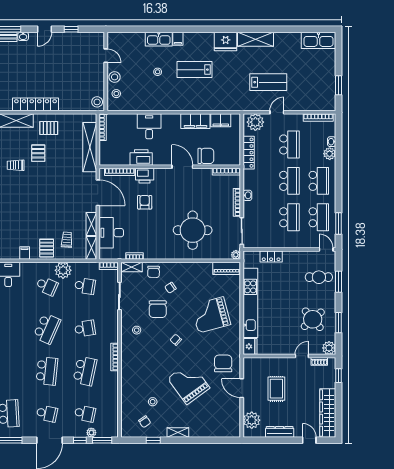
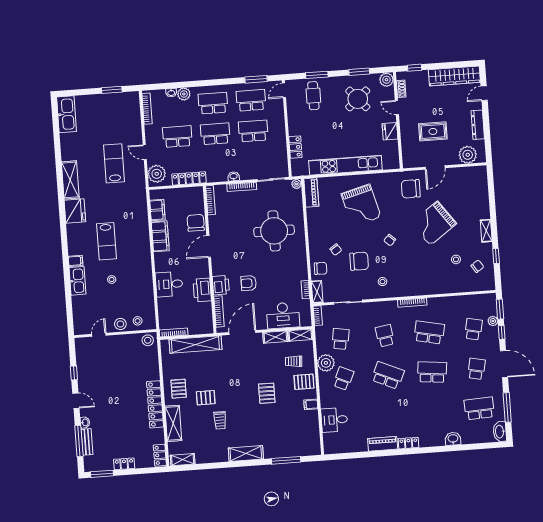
pallet: (38, 212) -> (267, 393), added
fridge: (250, 346) -> (390, 131), moved, turned -90

